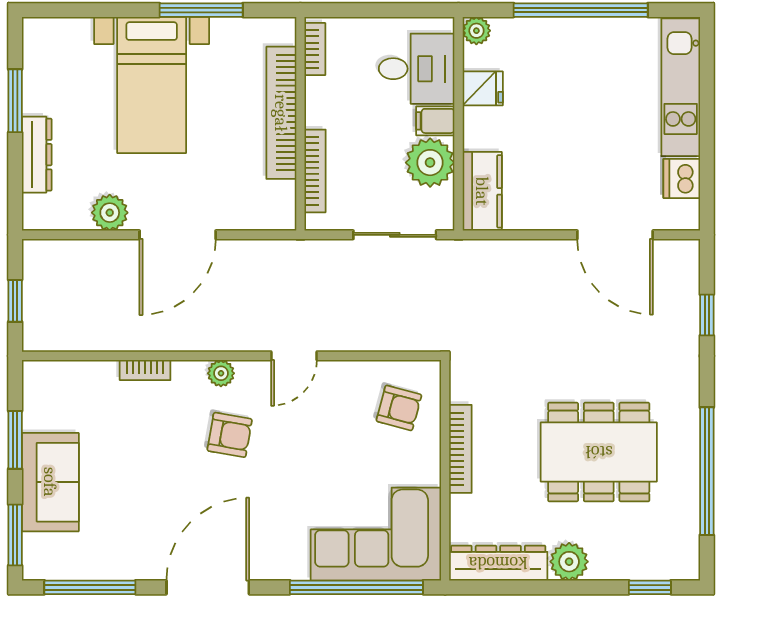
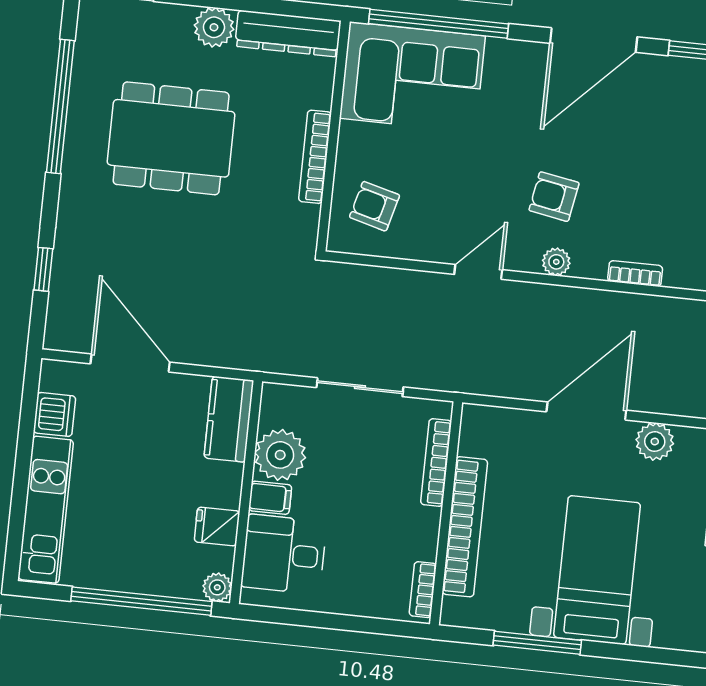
plant: (476, 31) -> (217, 587), moved
desk: (417, 69) -> (284, 554), moved
fridge: (483, 88) -> (217, 526), moved
filing cabinet: (435, 121) -> (270, 498), moved
wall: (459, 124) -> (246, 492), moved
plant: (430, 163) -> (280, 455), moved
kitchen counter: (482, 191) -> (229, 419), moved

